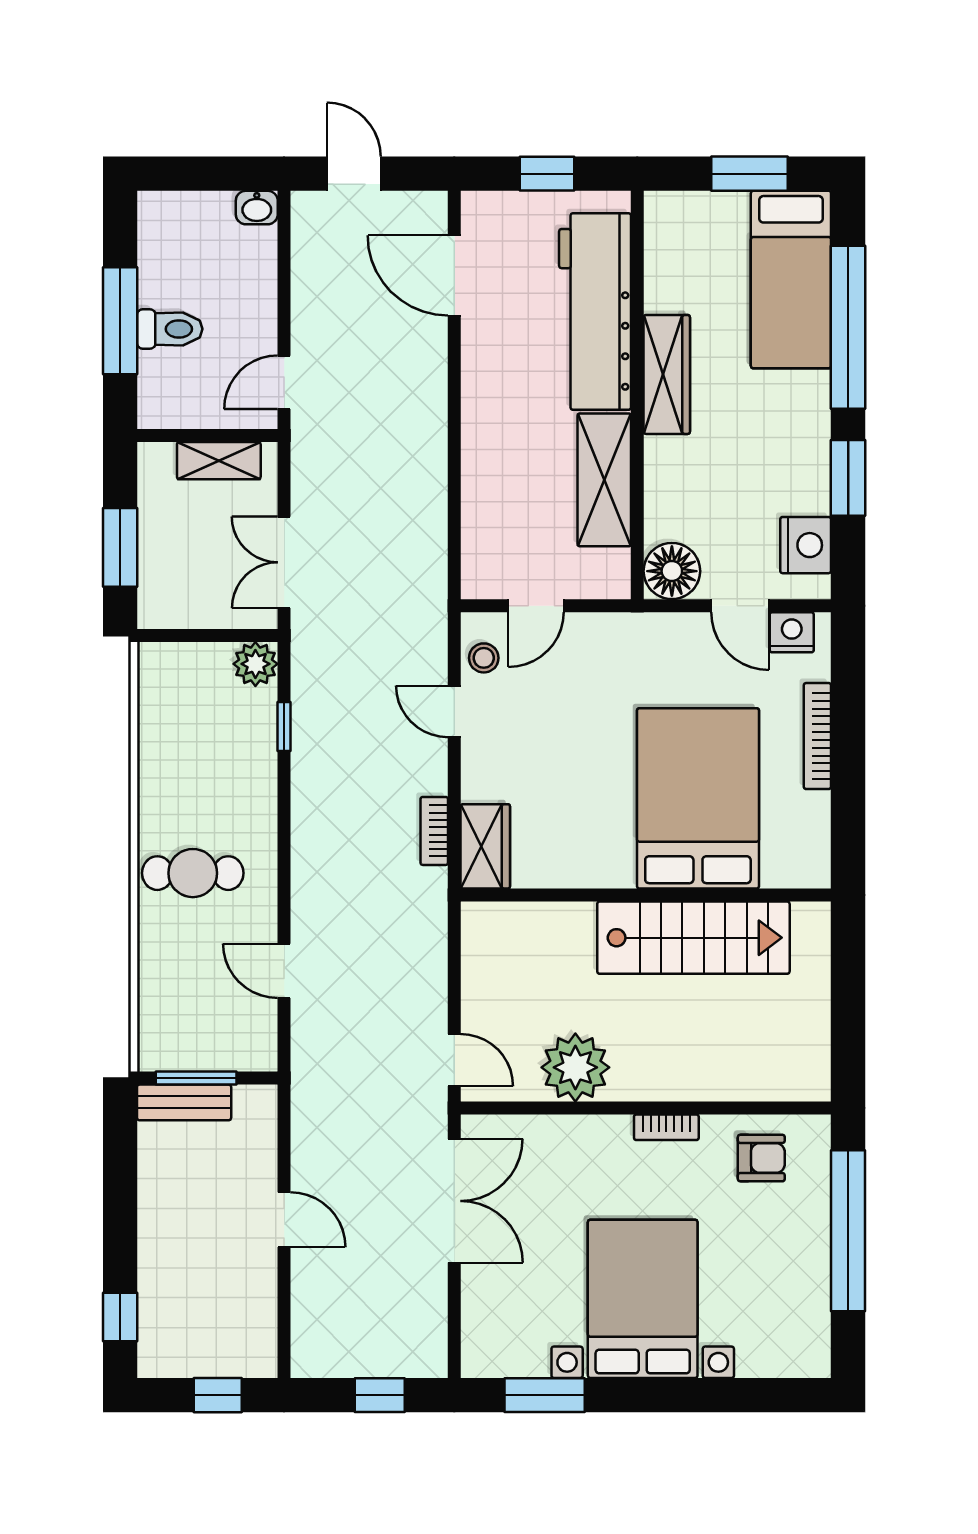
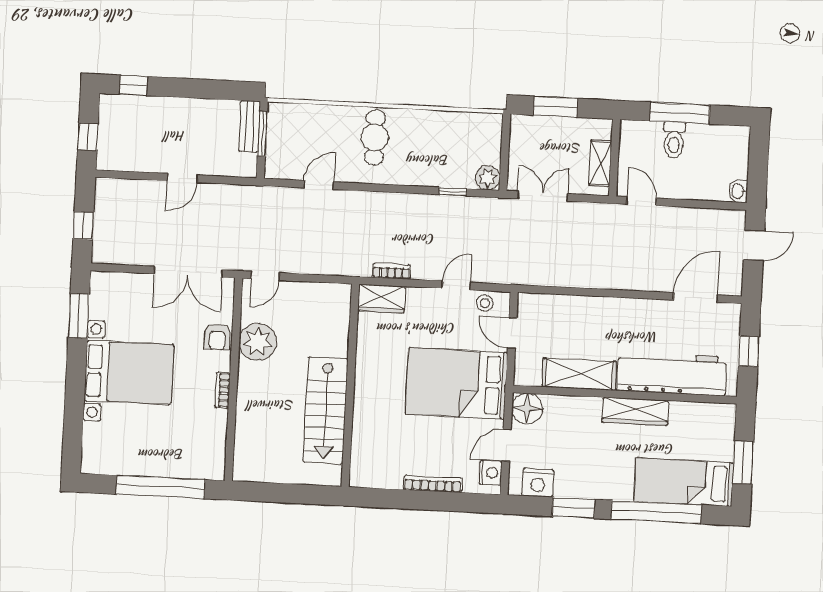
bed: (698, 798) -> (456, 383), moved, turned 180
armchair: (761, 1158) -> (217, 337), moved

